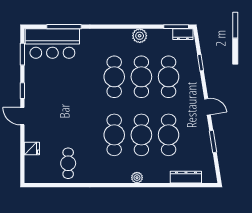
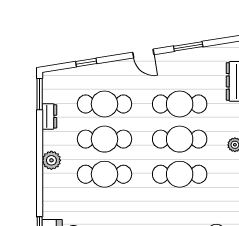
dresser: (183, 34) -> (49, 116), moved
plant: (140, 36) -> (51, 160), moved
door: (208, 107) -> (143, 54), swing flipped

